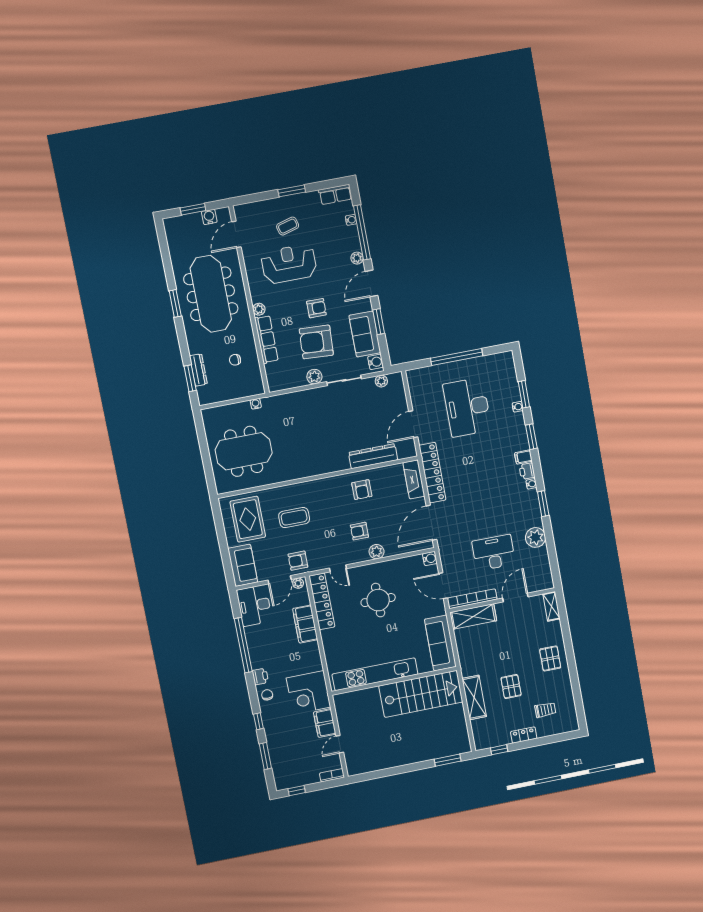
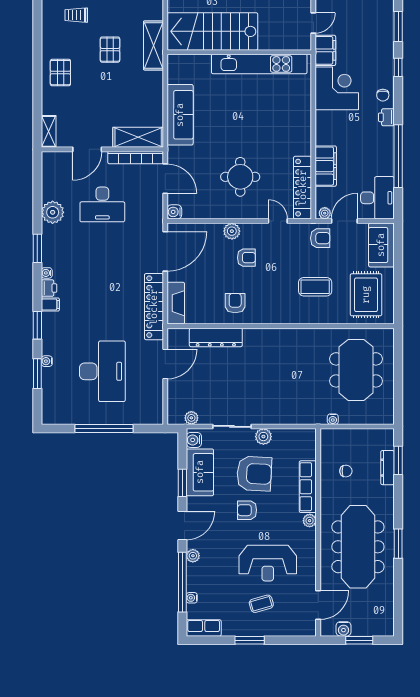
meeting table: (244, 451) -> (356, 370), turned 90
kitchen unit: (375, 674) -> (259, 64), moved
wall: (394, 681) -> (239, 52), moved
stairs: (421, 694) -> (212, 31), moved

